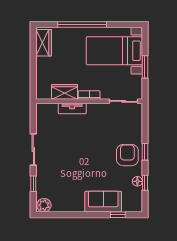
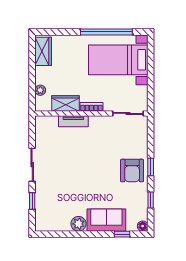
window: (82, 24) -> (106, 32), moved
window: (145, 67) -> (151, 77), removed
plant: (41, 79) -> (40, 90), added
armchair: (127, 155) -> (132, 171), turned 180
floor lamp: (137, 181) -> (143, 226), moved
plant: (44, 205) -> (78, 224), moved

